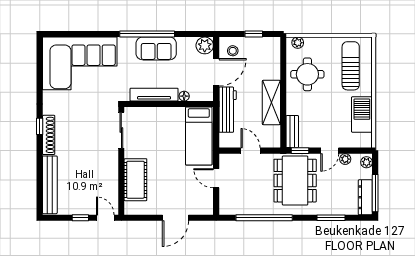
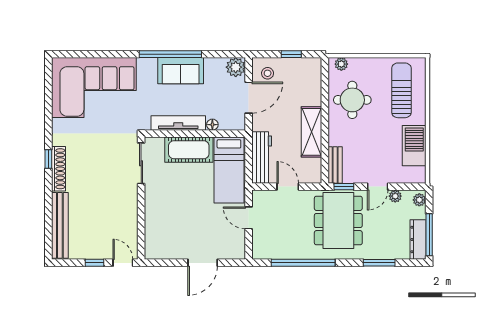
workbench: (228, 110) -> (262, 157), moved
cot: (135, 180) -> (189, 150), moved, turned 90

